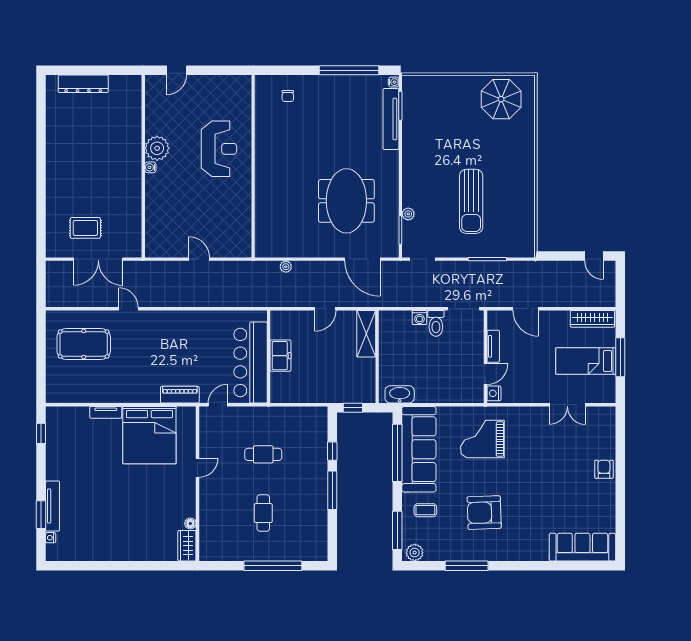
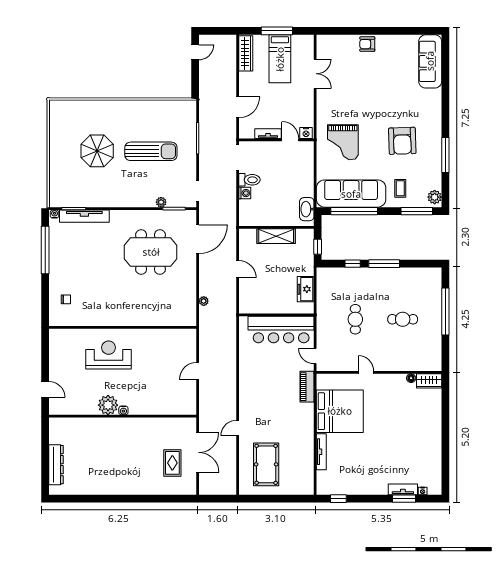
parasol: (501, 99) -> (97, 151), moved
shelving: (366, 334) -> (276, 236), moved
freezer: (281, 356) -> (306, 289), moved, turned -90
tv unit: (106, 412) -> (321, 452), width x1.41
tv unit: (53, 506) -> (403, 489), width x0.71

